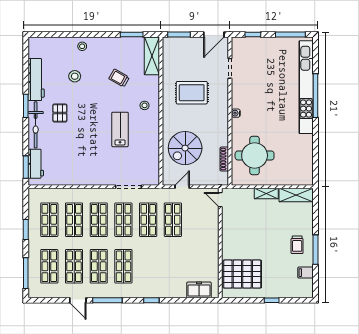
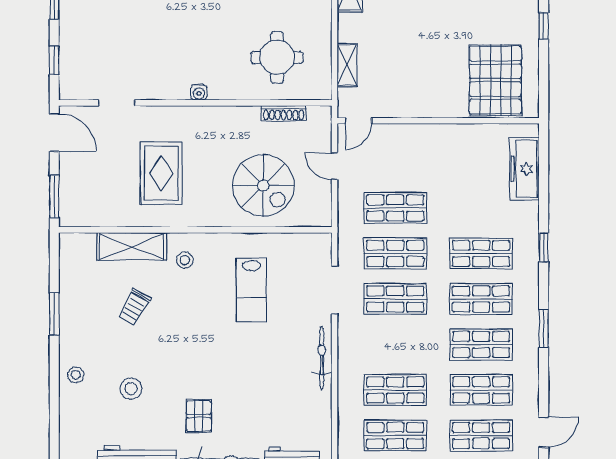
window: (132, 35) -> (54, 314), moved
shelving: (152, 56) -> (132, 247), moved
pallet: (60, 113) -> (199, 416), turned 90
lab bench: (120, 129) -> (251, 290), moved, turned -90
round table: (255, 155) -> (277, 57), width x0.73, depth x0.73
bicycle: (91, 180) -> (322, 358), added
door: (182, 187) -> (335, 166), moved
shelving: (266, 194) -> (347, 65), moved
shop shelf: (99, 220) -> (481, 253), moved
freezer: (199, 290) -> (525, 169), width x1.40
door: (78, 300) -> (544, 432), moved
window: (107, 300) -> (544, 328), width x0.69

